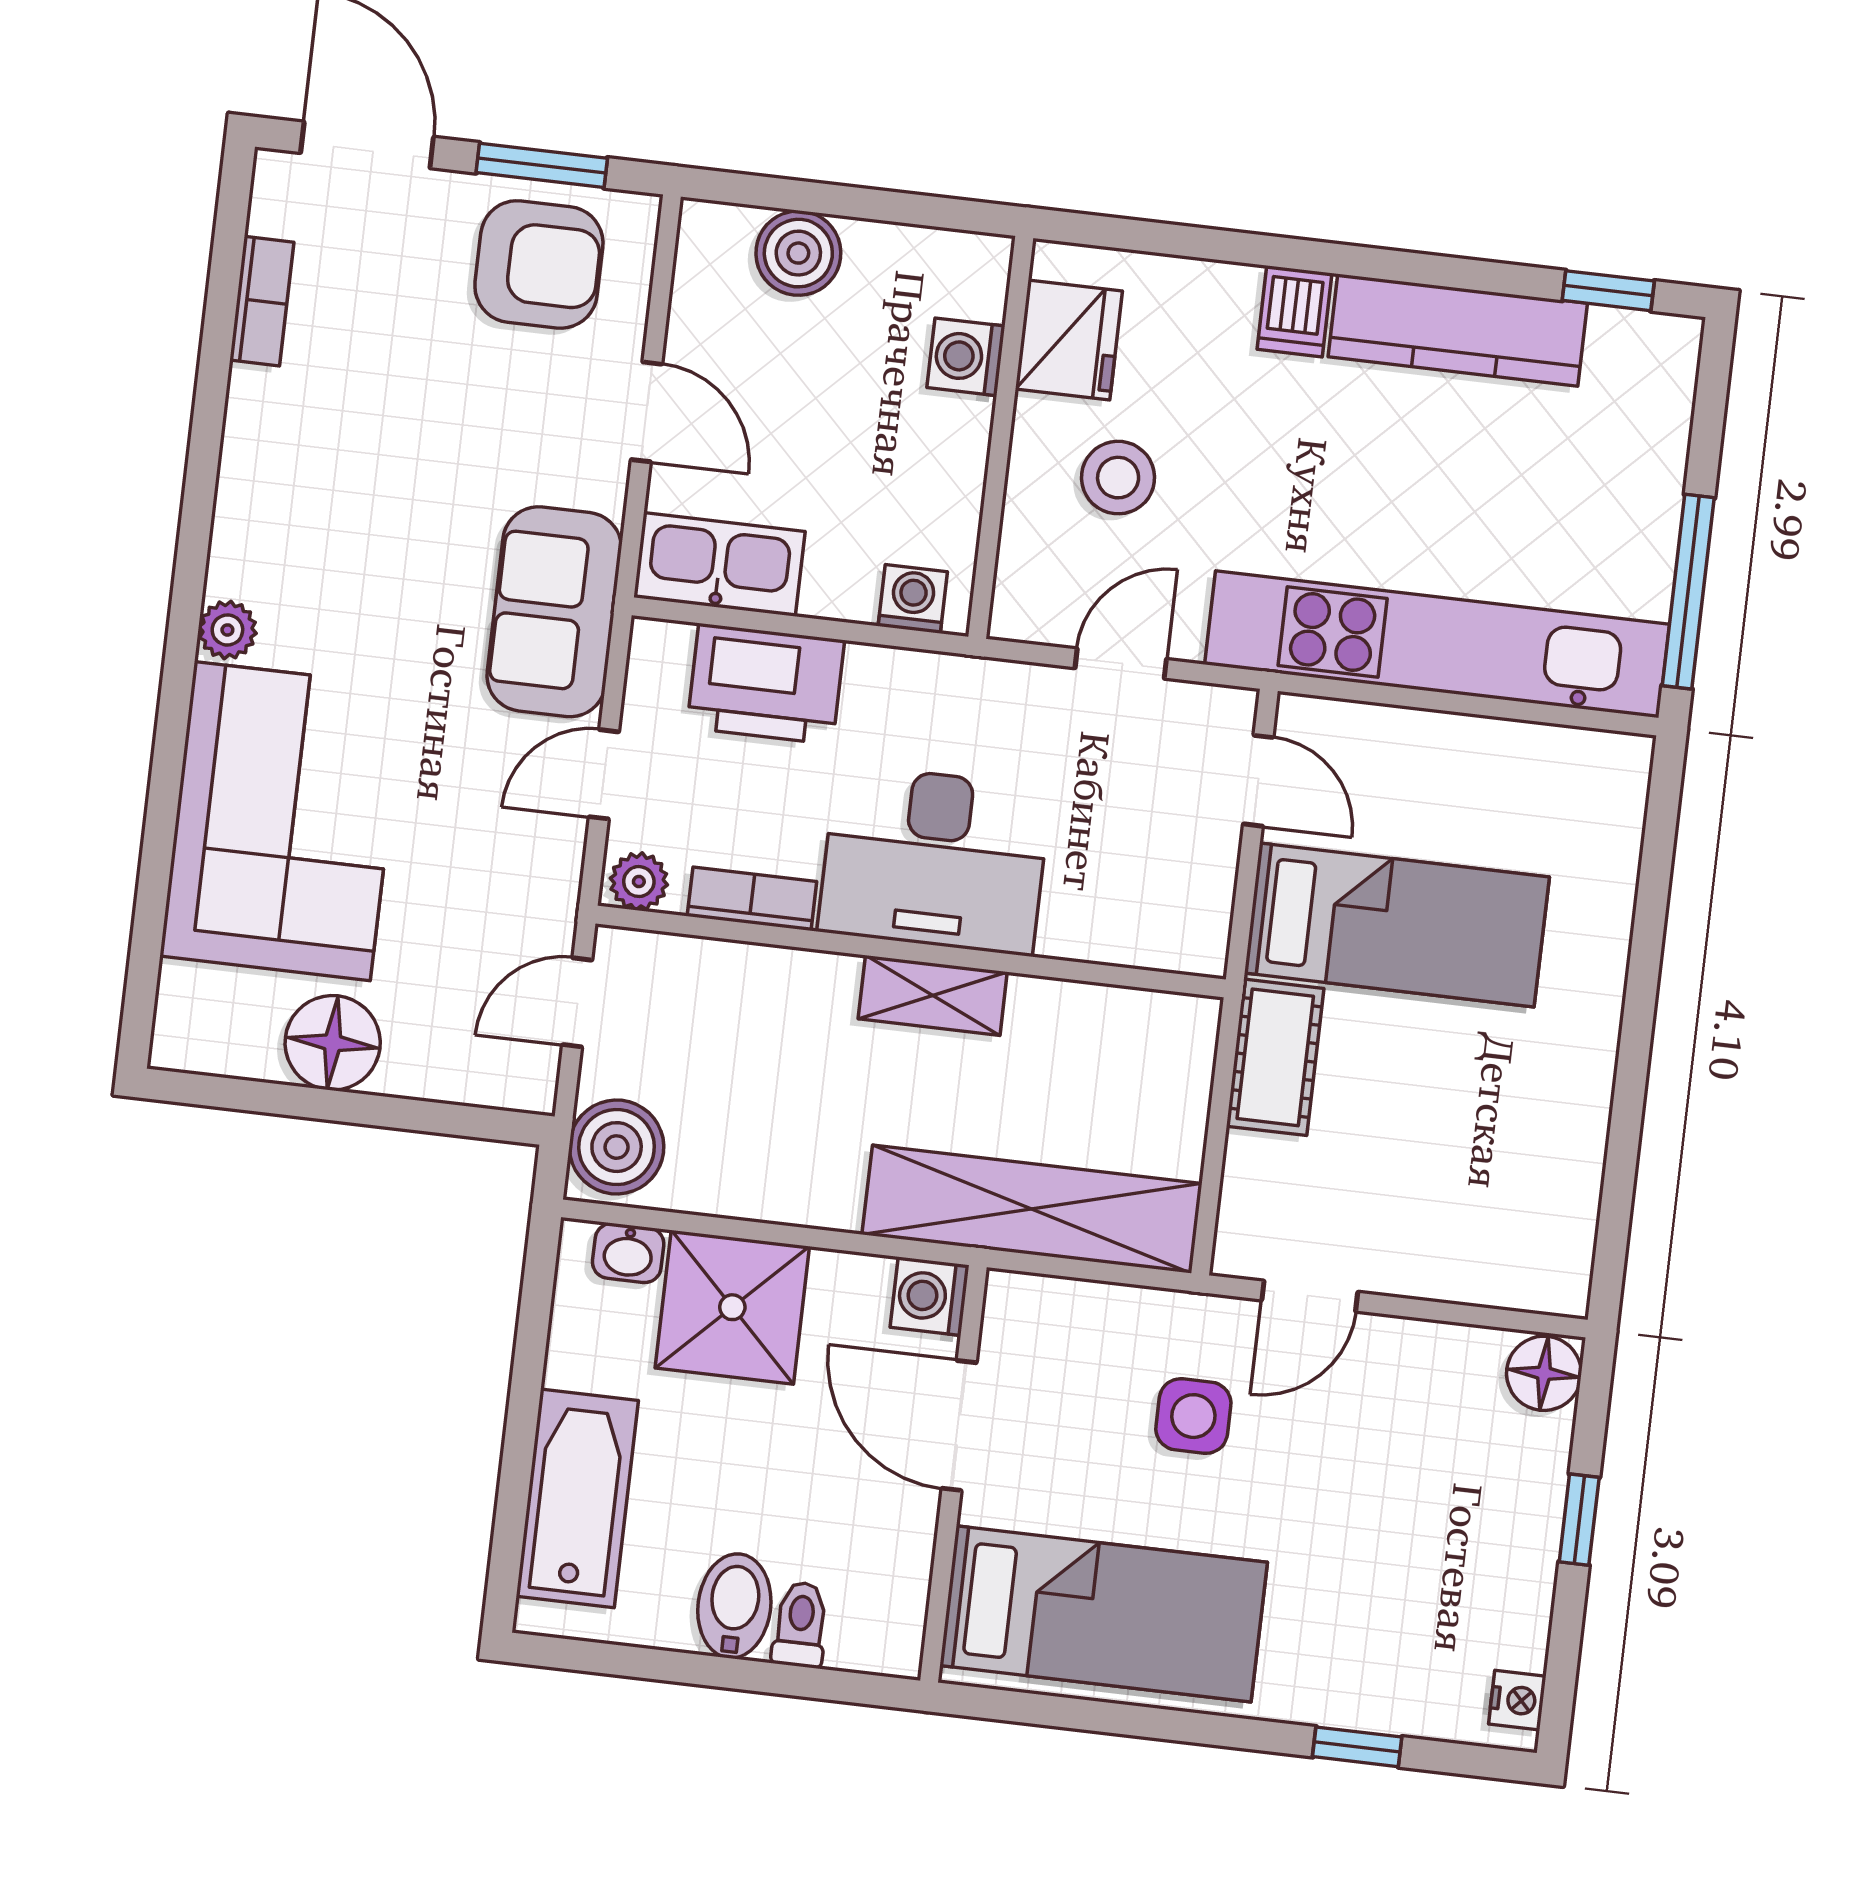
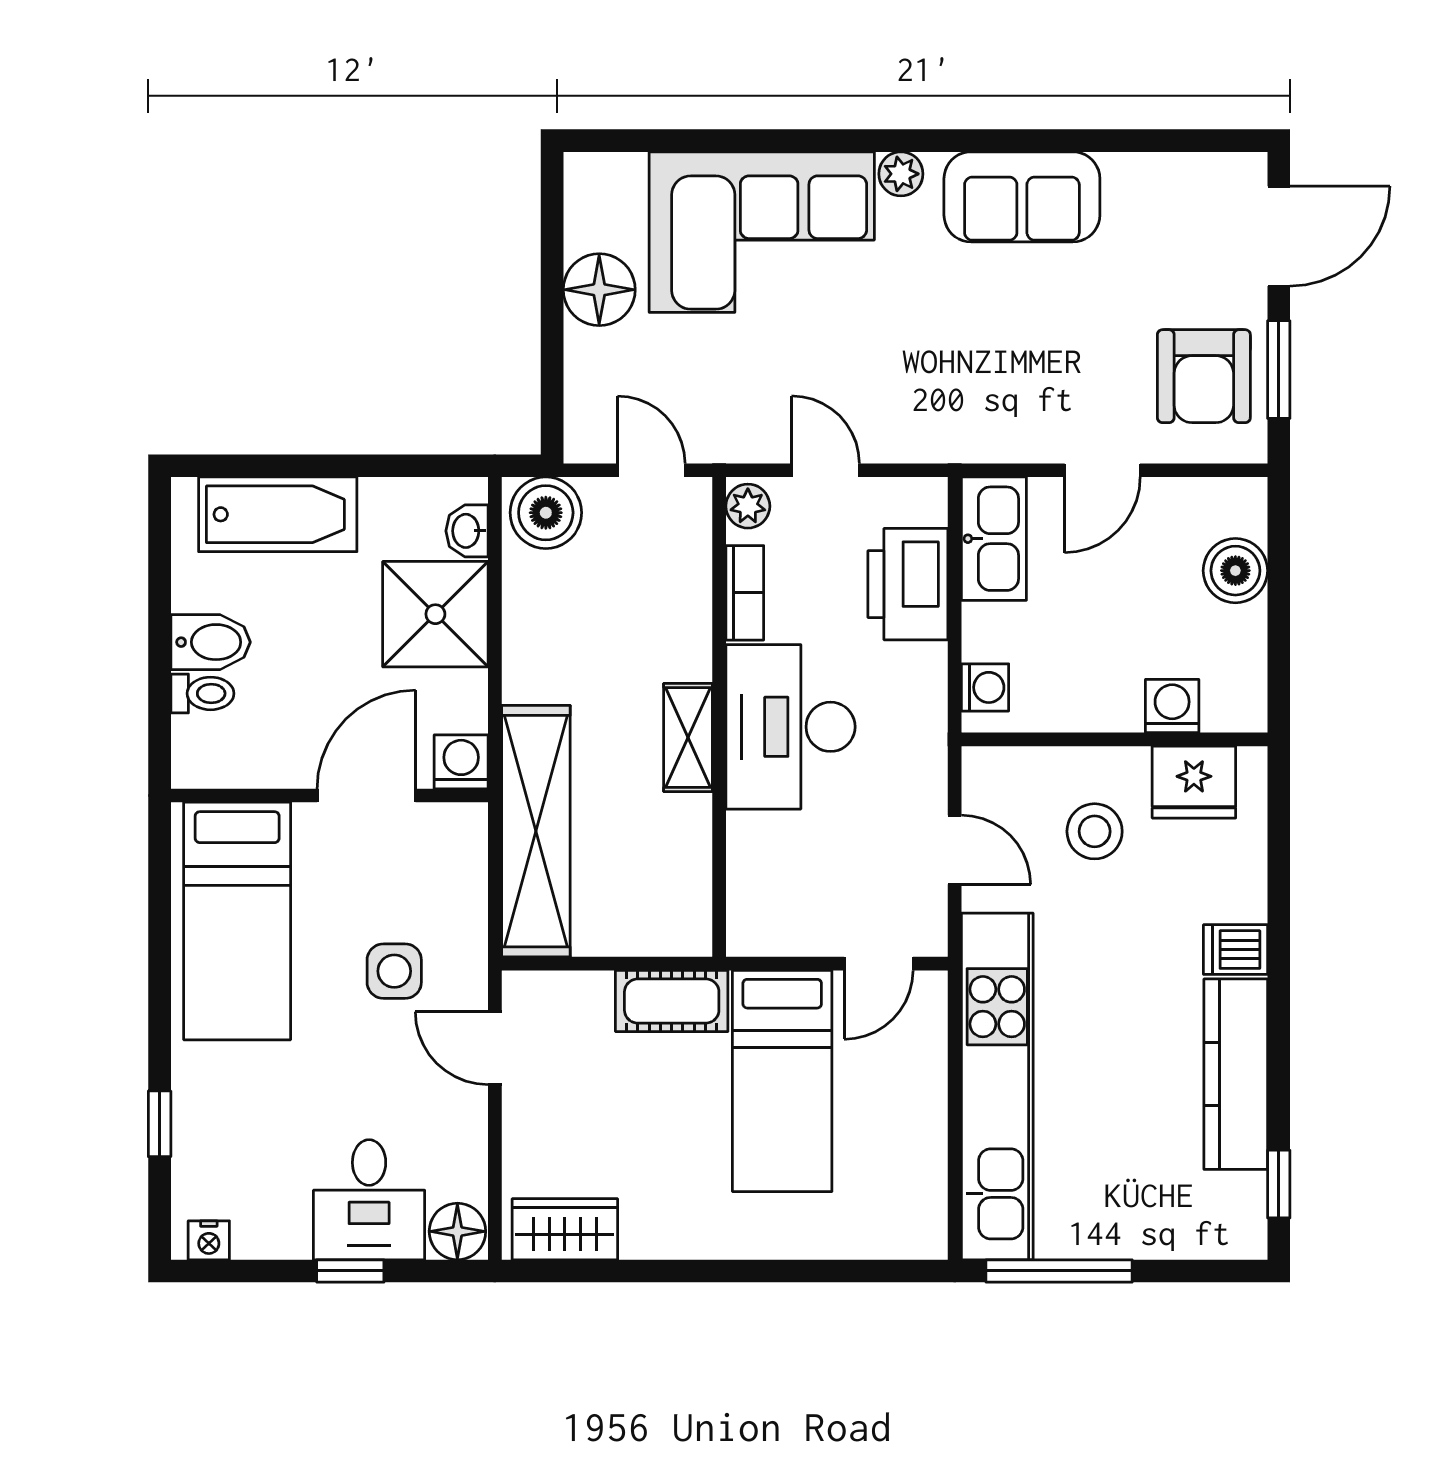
bookcase: (262, 301) -> (1152, 171), removed
sofa: (554, 612) -> (1022, 197), moved, turned 180
wardrobe: (1558, 1232) -> (565, 1229), added
desk: (1489, 1484) -> (369, 1200), added

